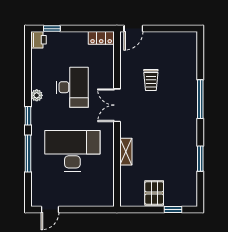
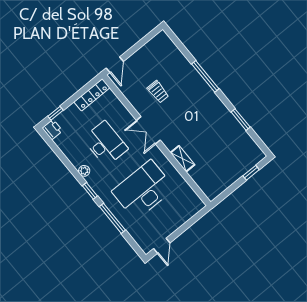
locker: (101, 38) -> (92, 95), width x1.53
pallet: (154, 193) -> (228, 172), removed

